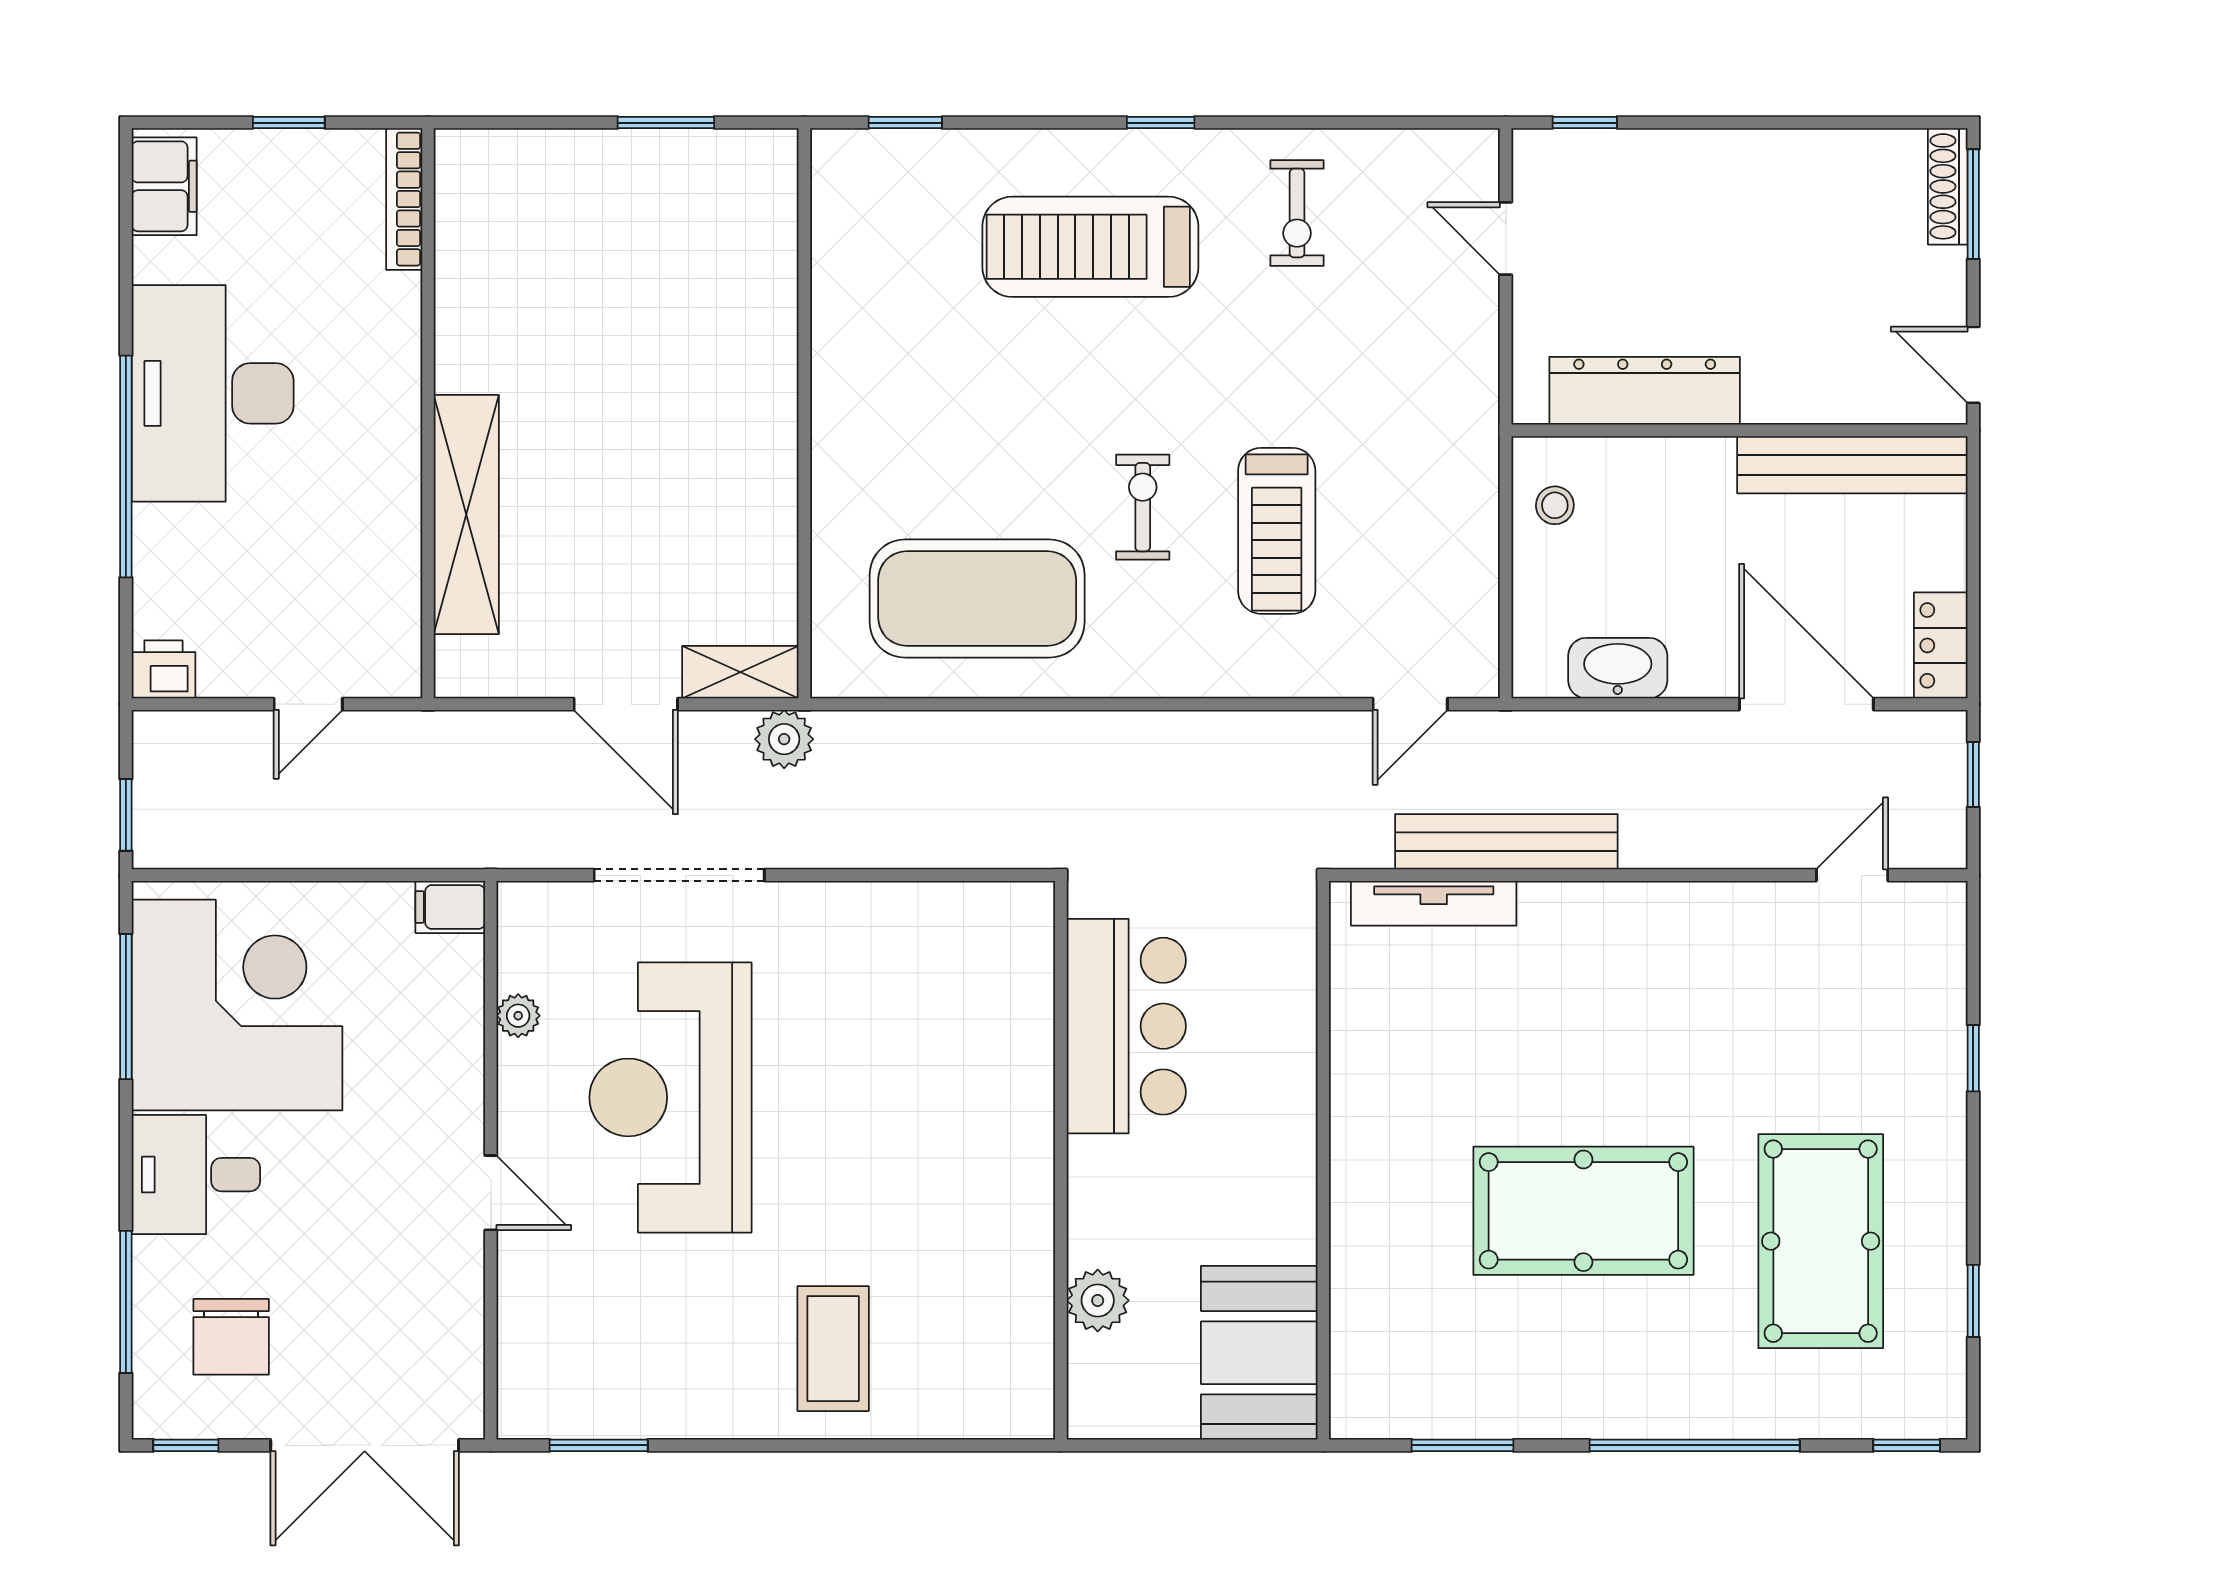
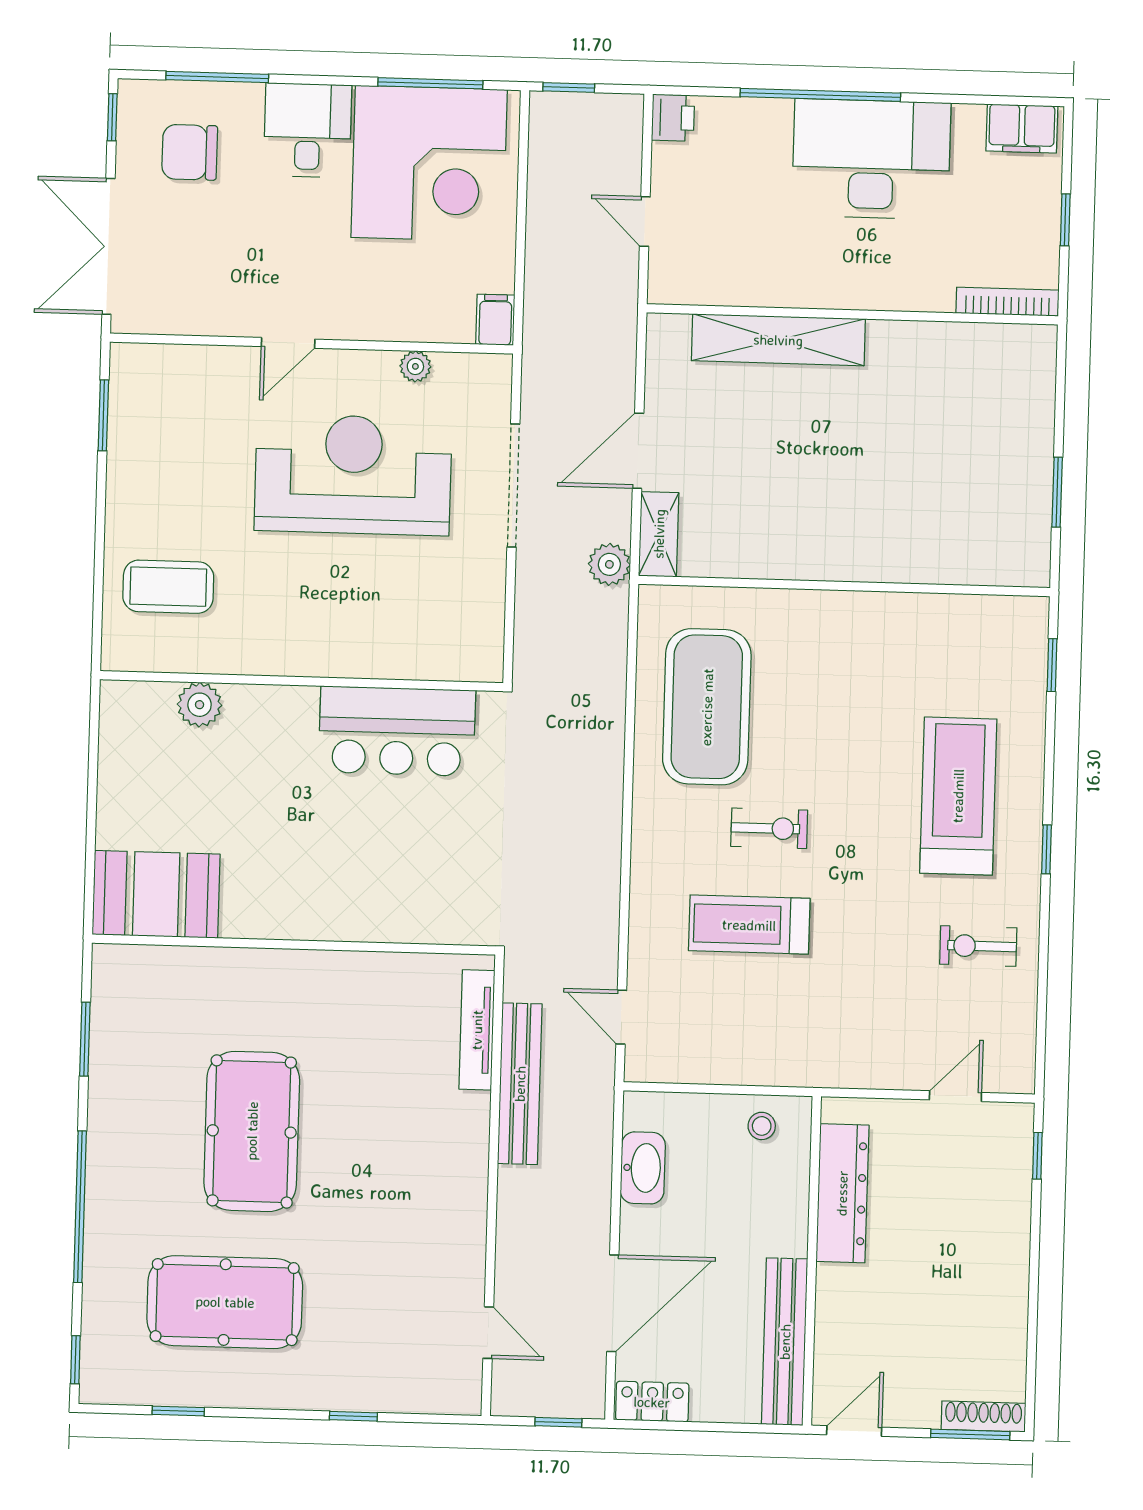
bar counter: (1126, 1026) -> (397, 731), moved
wall: (1061, 1160) -> (302, 681), moved
plant: (1098, 1300) -> (200, 705), moved

